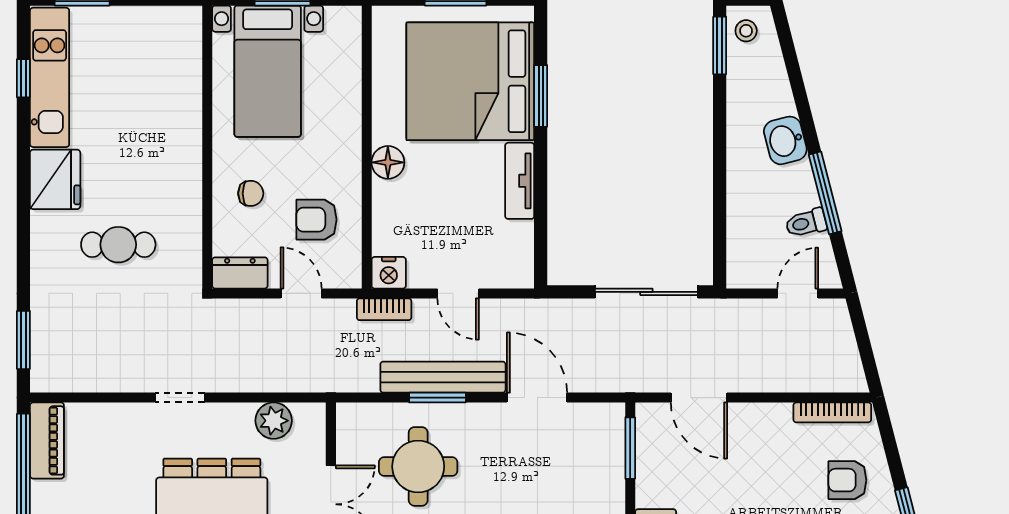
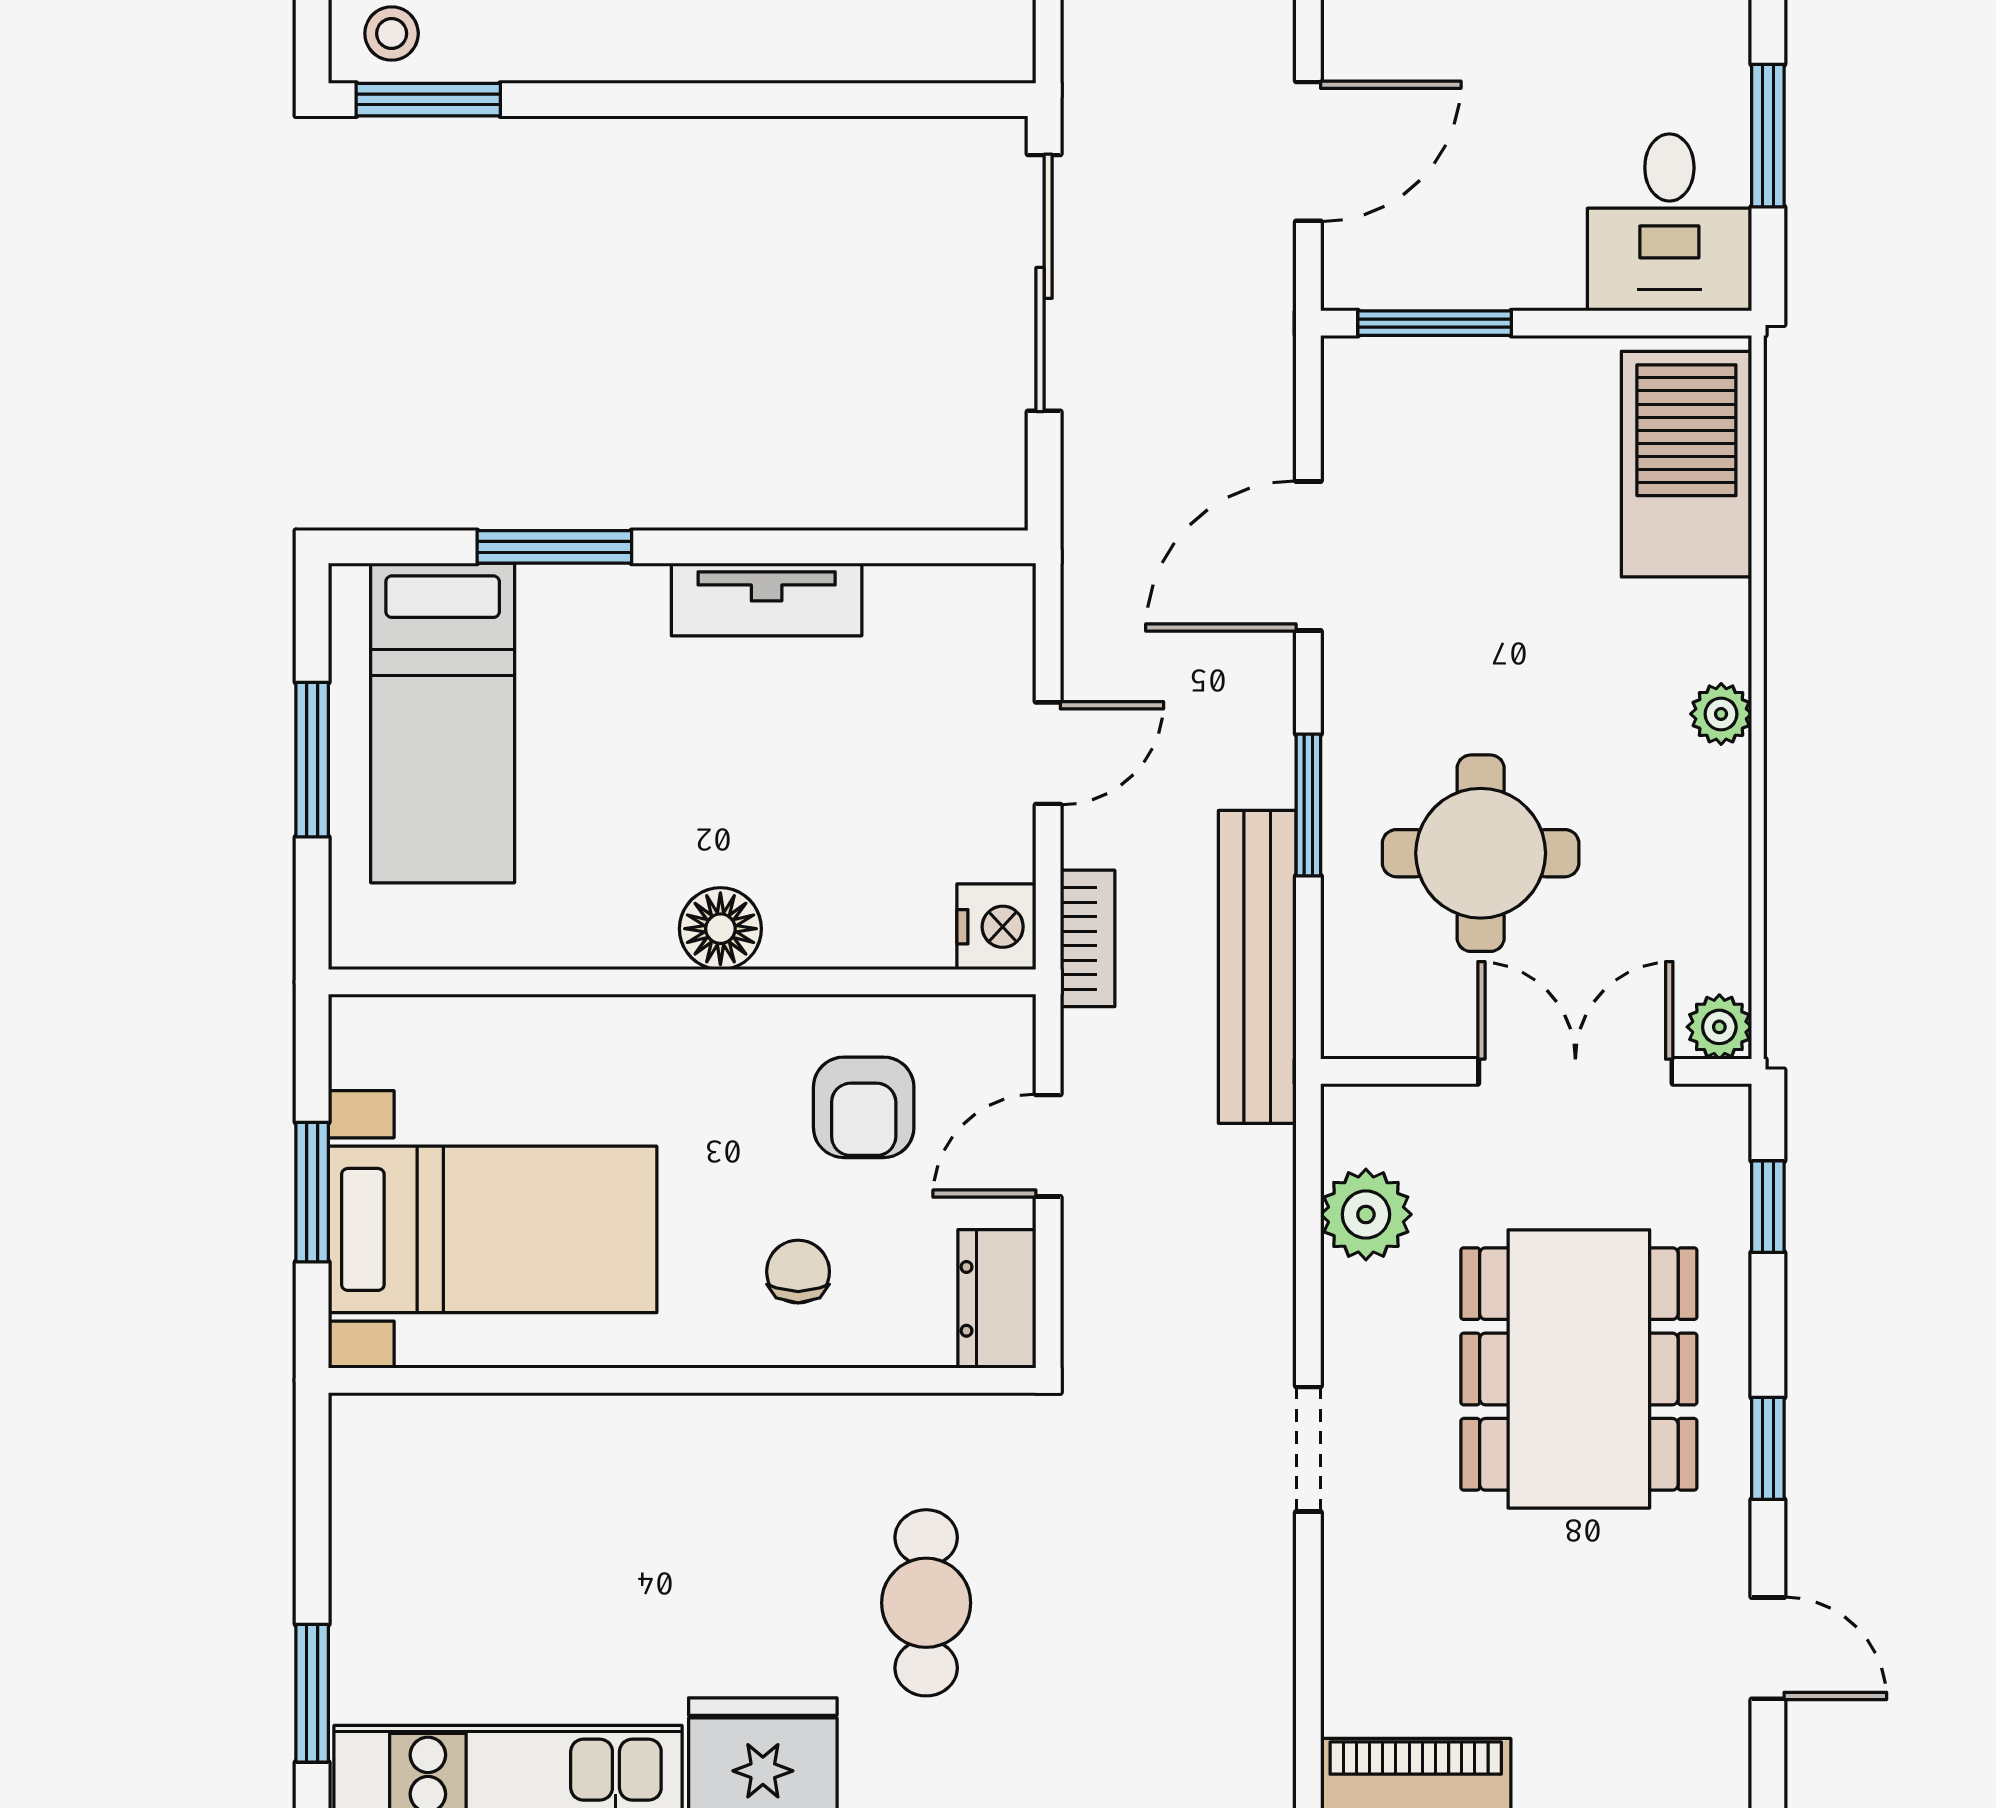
bed: (470, 81) -> (443, 723), width x0.49
bench: (443, 377) -> (1257, 967), moved

